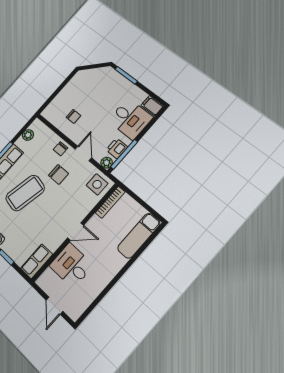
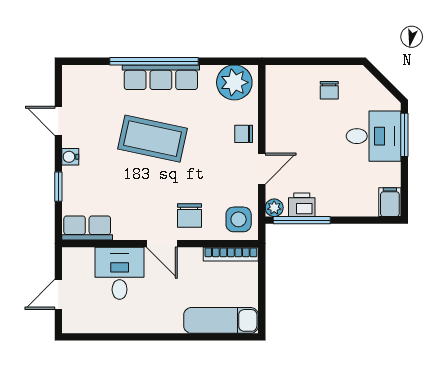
chair: (73, 116) -> (329, 90), moved
desk: (130, 119) -> (374, 136), moved, turned -90
plant: (28, 135) -> (234, 82), width x1.87, depth x1.87
chair: (58, 174) -> (189, 215), moved

